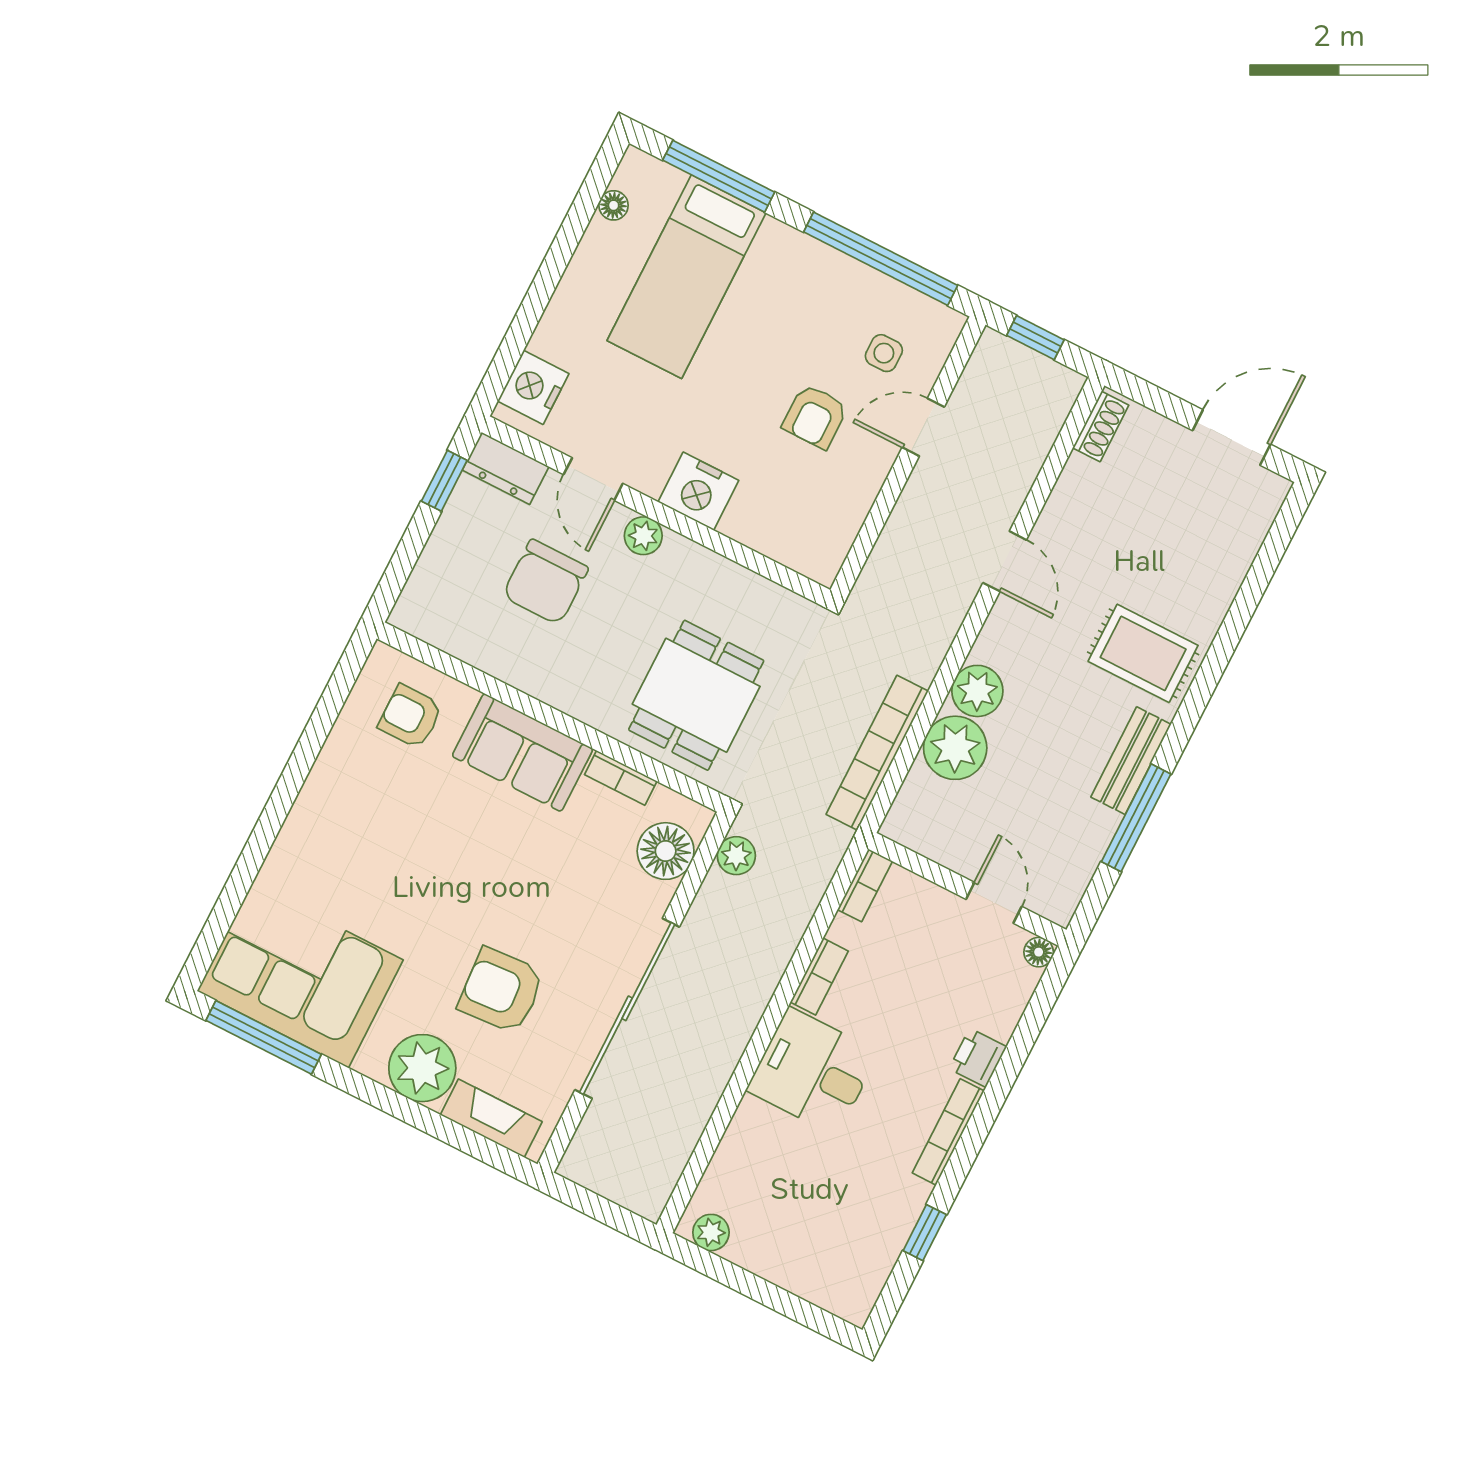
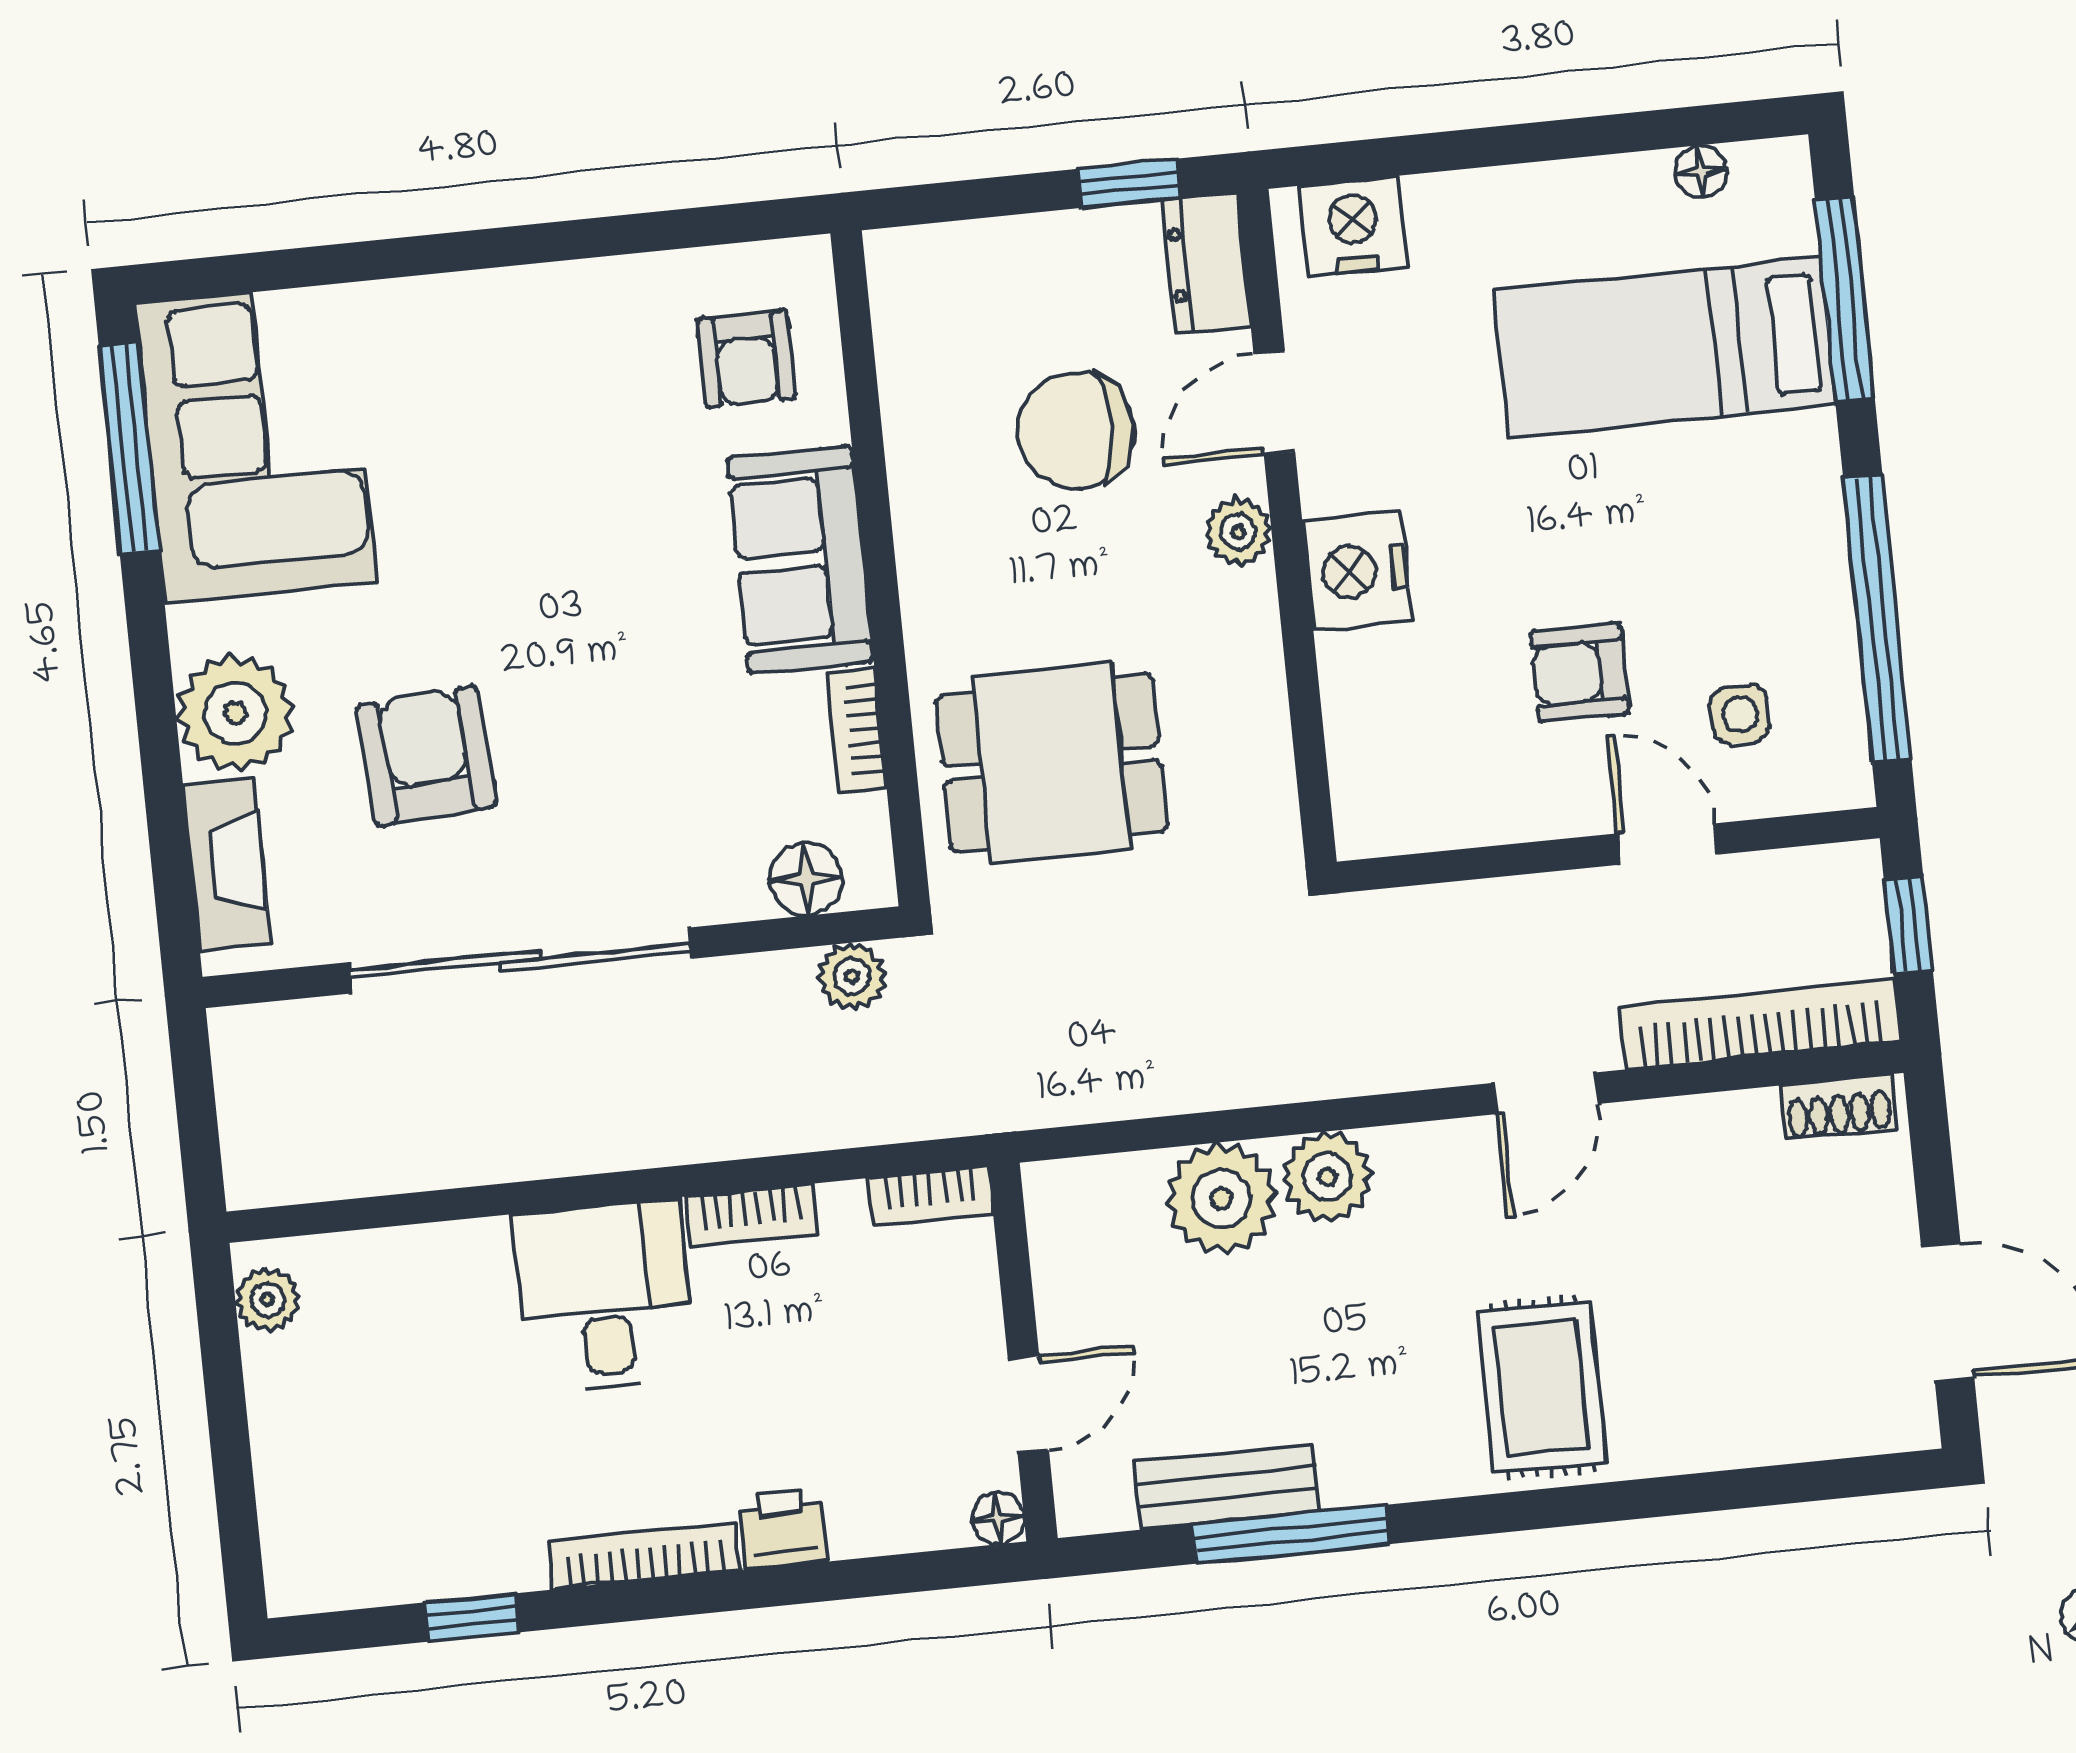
armchair: (410, 717) -> (746, 359), turned 180
bookcase: (877, 753) -> (1760, 1024), moved
bench: (1131, 761) -> (1227, 1487), moved
floor lamp: (666, 851) -> (806, 879), width x0.73, depth x0.73

